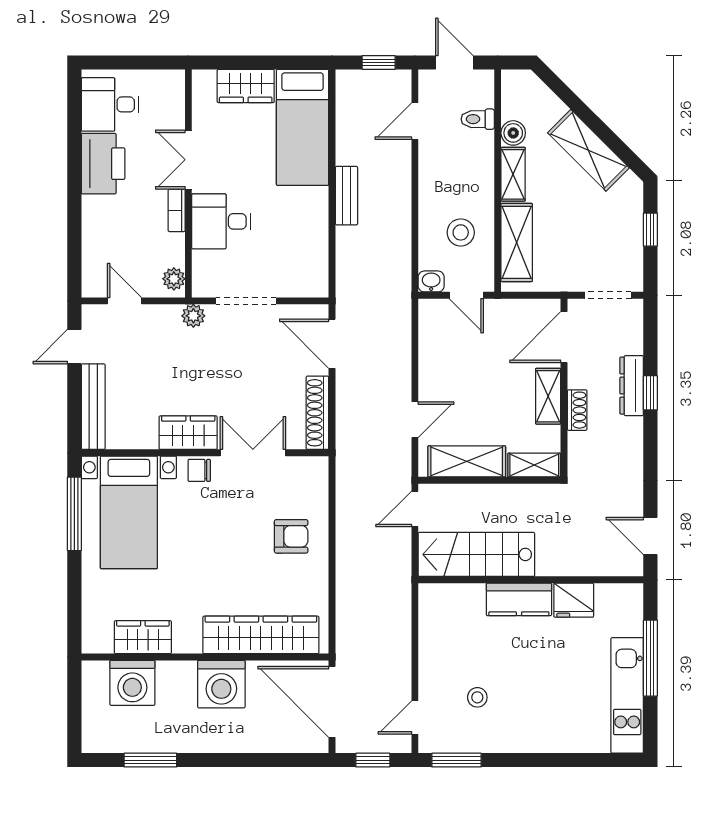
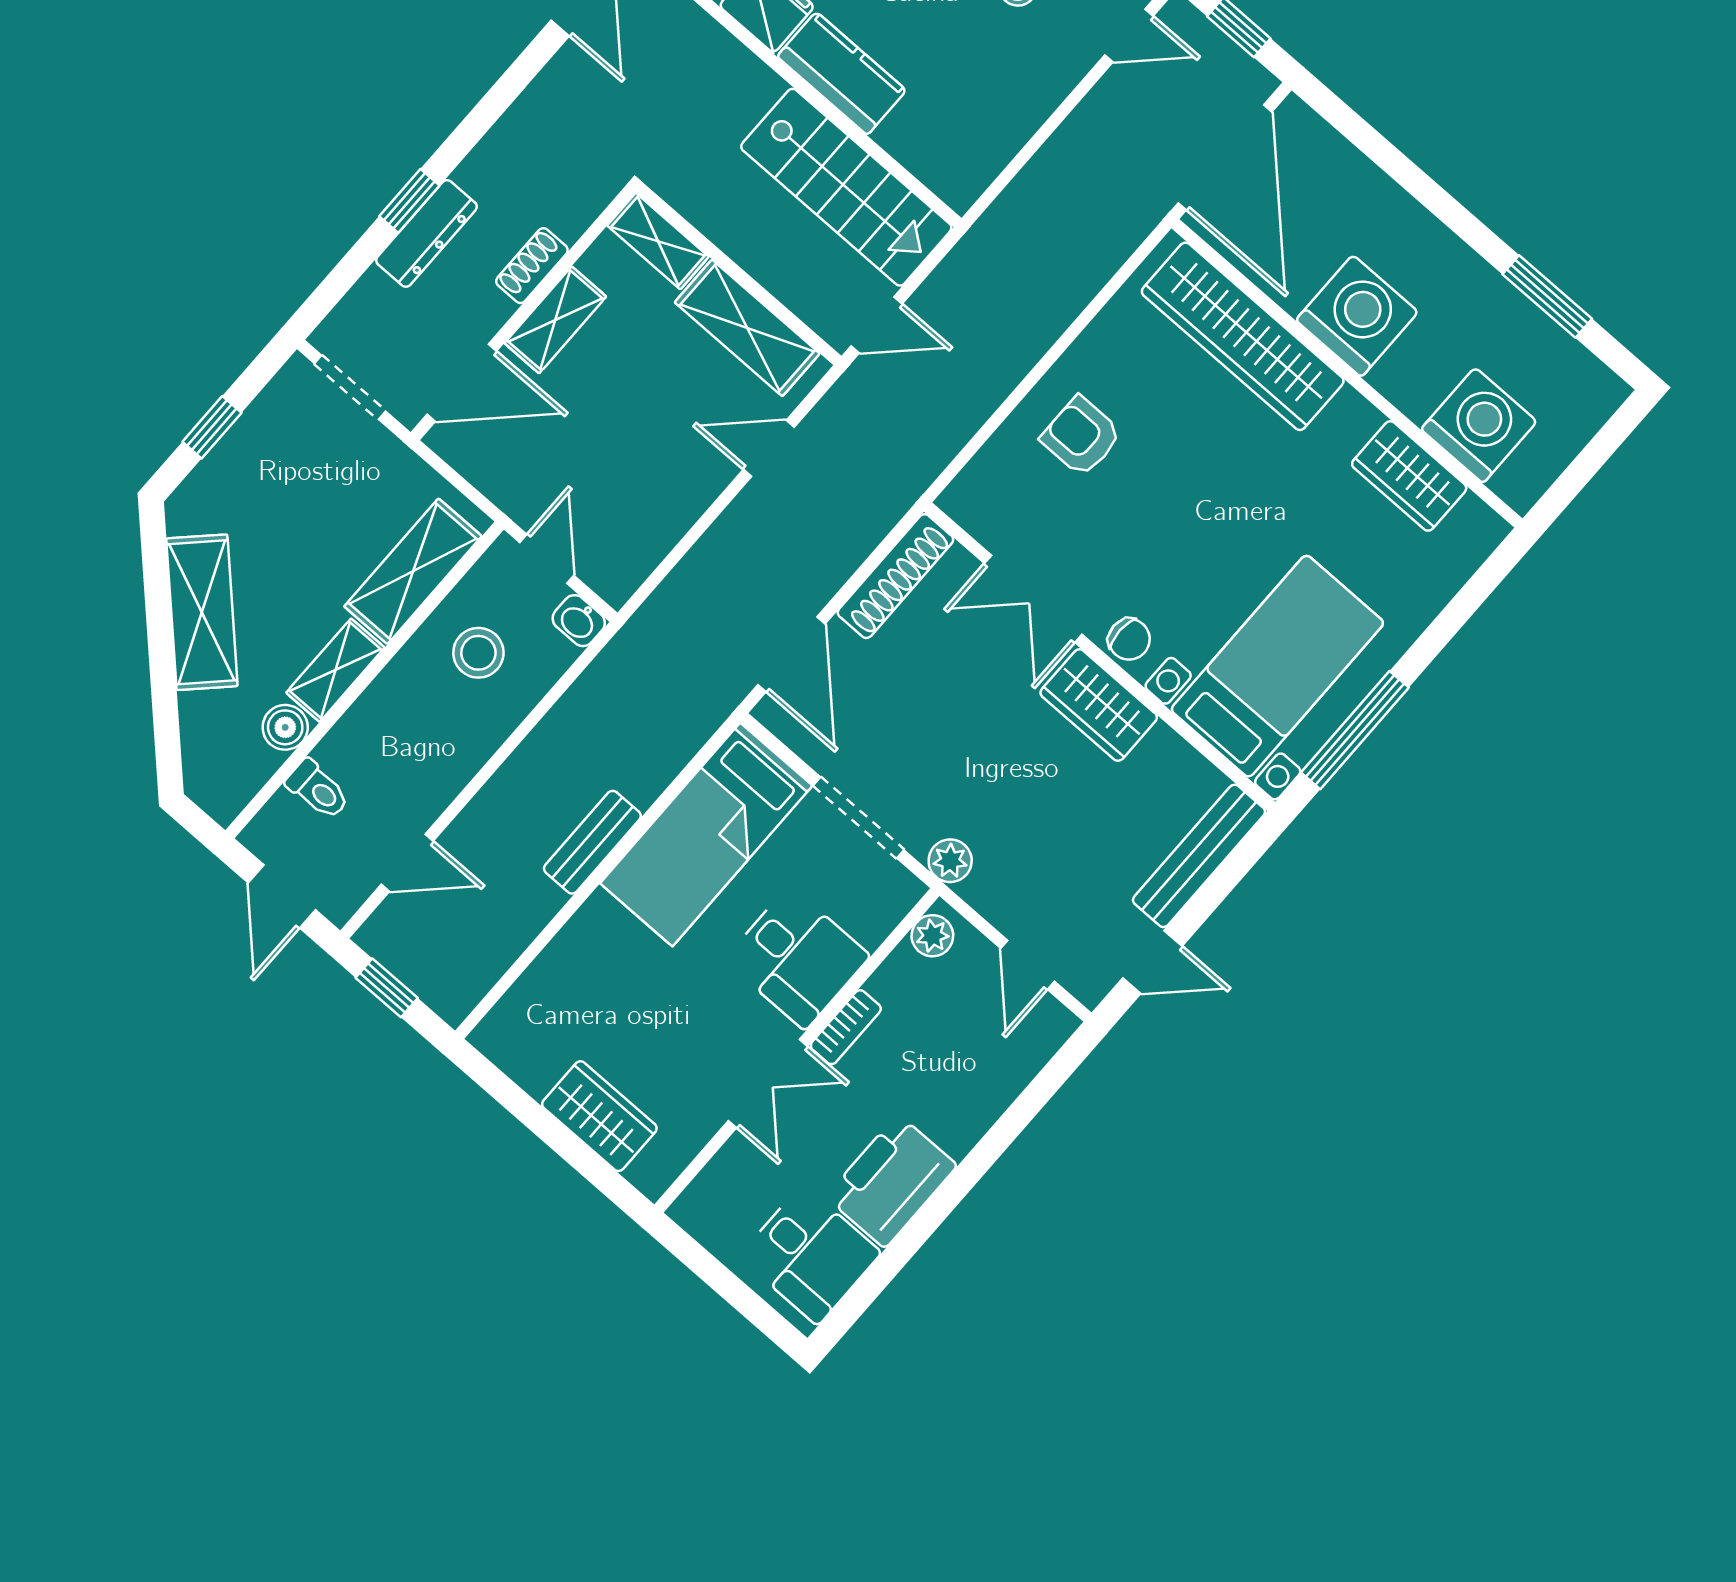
bed: (303, 127) -> (706, 834), moved, turned 180

